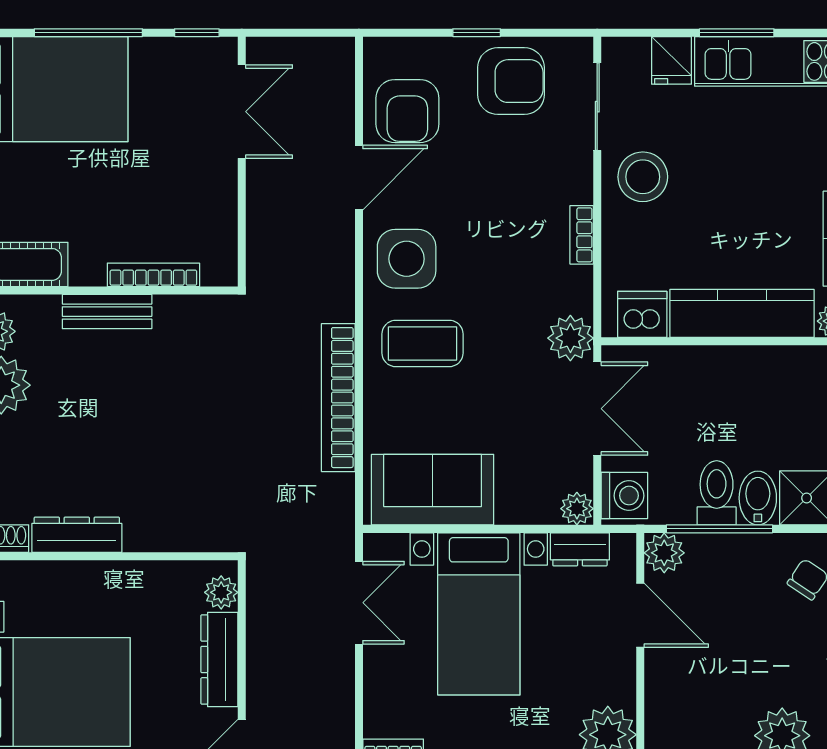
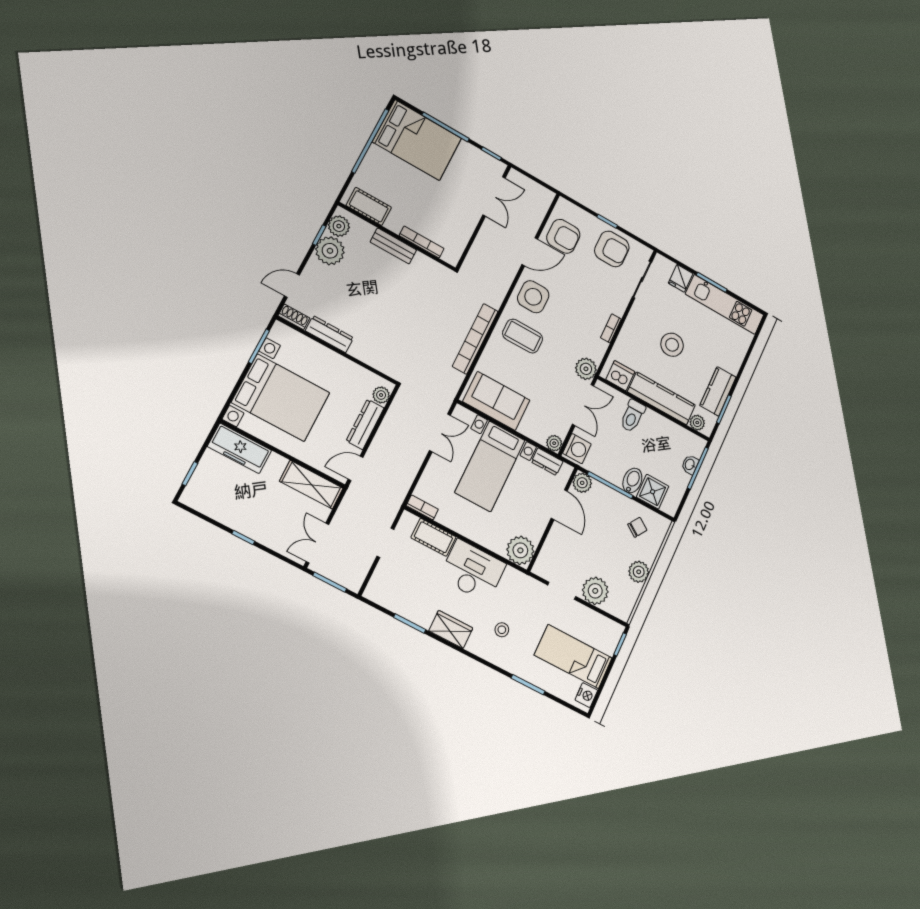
armchair: (407, 111) -> (563, 236), turned -90
stool: (643, 177) -> (672, 345), moved
toilet: (717, 493) -> (633, 416), moved, turned 180

